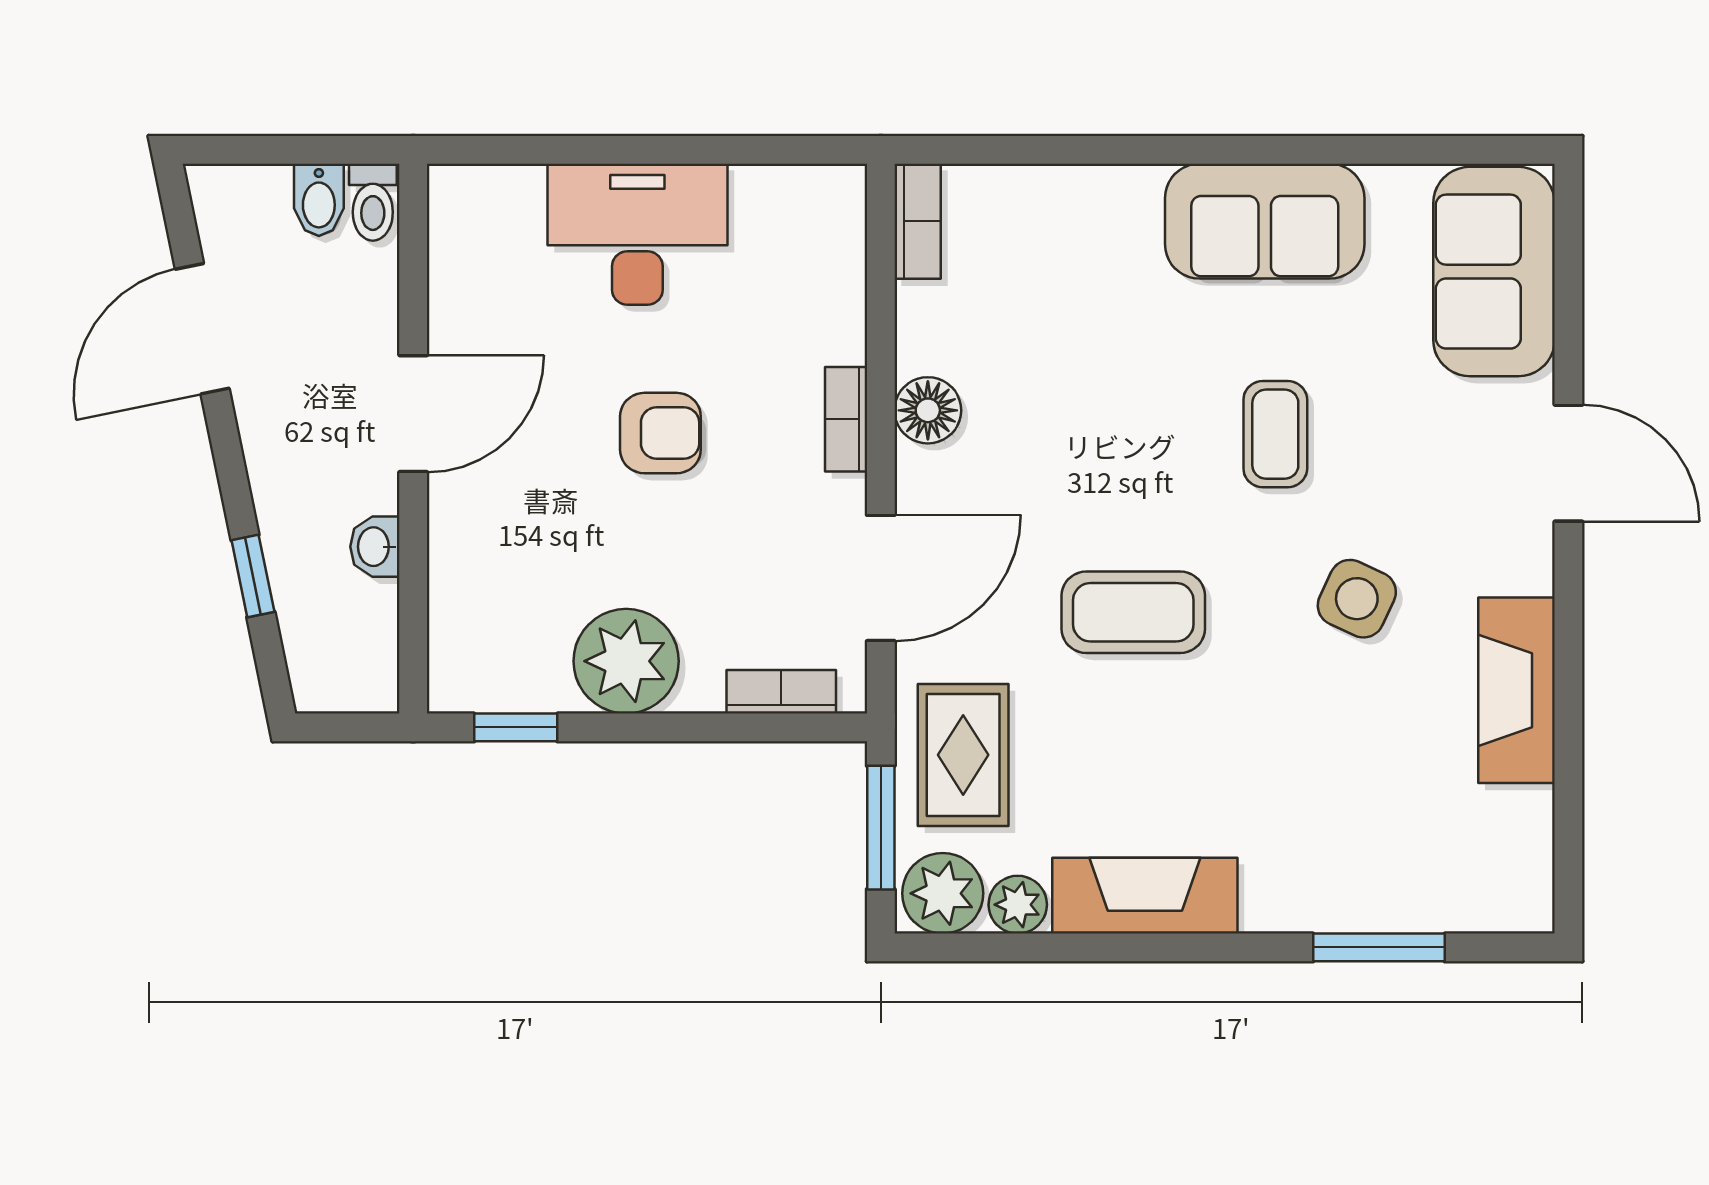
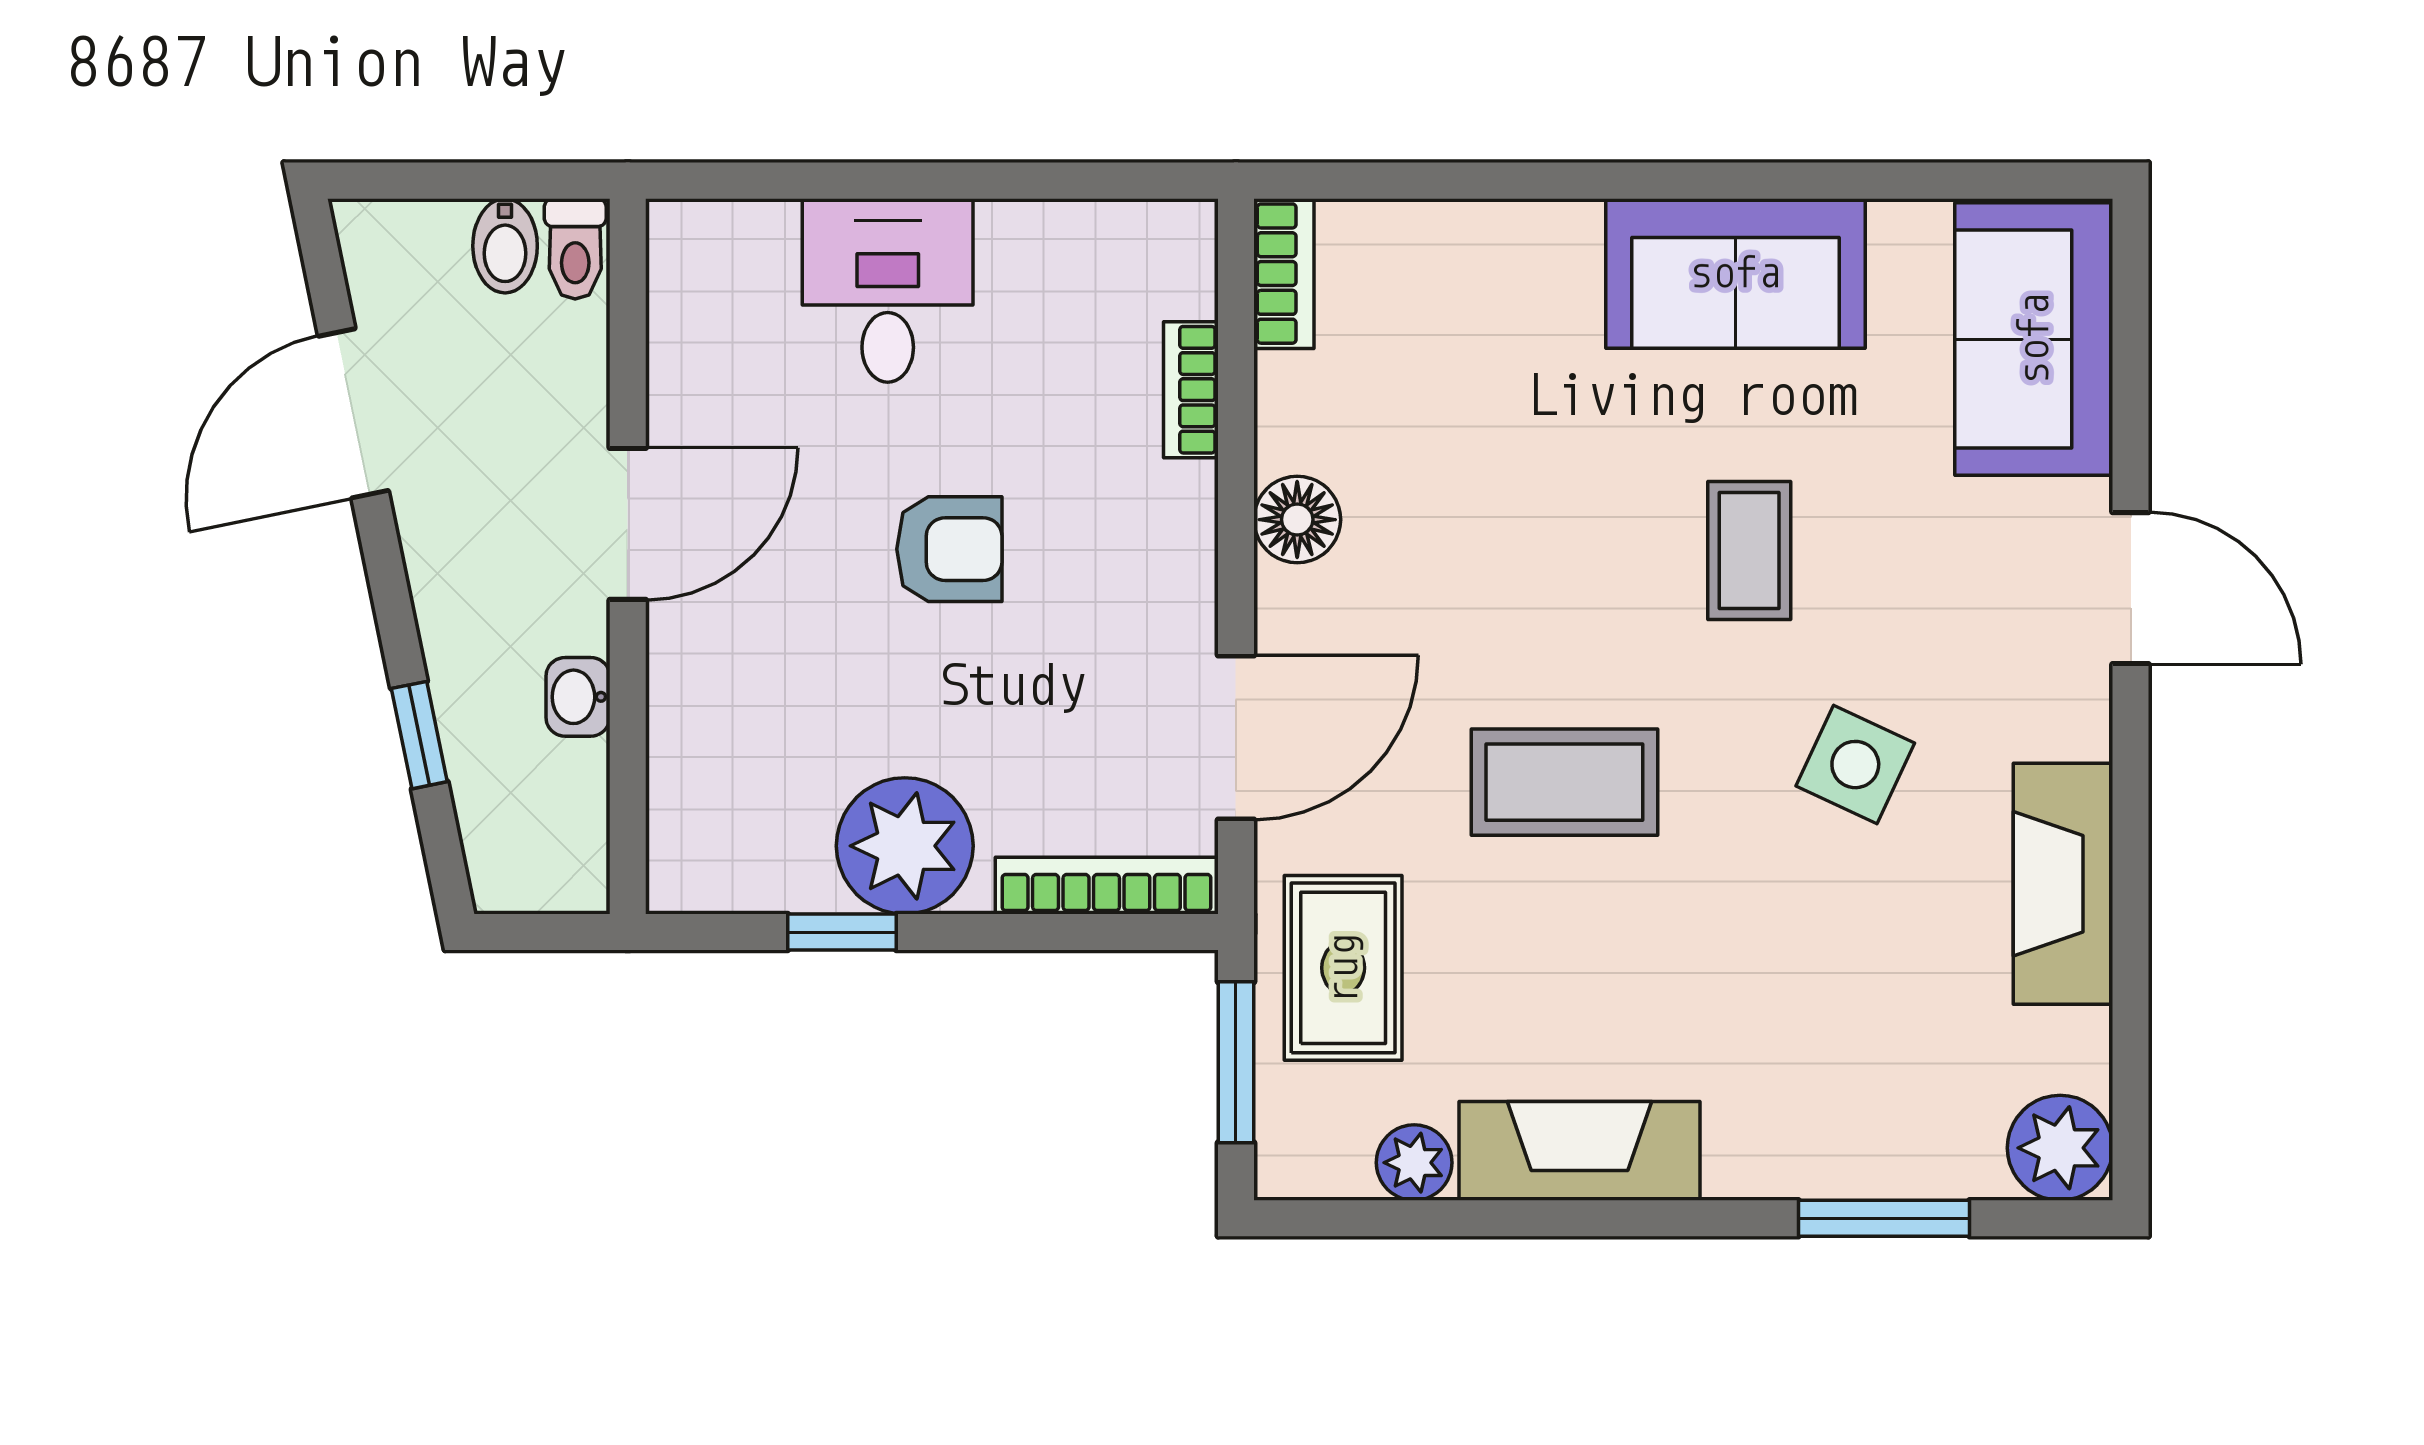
desk: (637, 234) -> (888, 290), width x0.73
bookcase: (846, 419) -> (1191, 390), moved
bookcase: (781, 692) -> (1106, 886), width x1.56
window: (516, 727) -> (842, 932), moved
plant: (943, 893) -> (2060, 1148), moved

